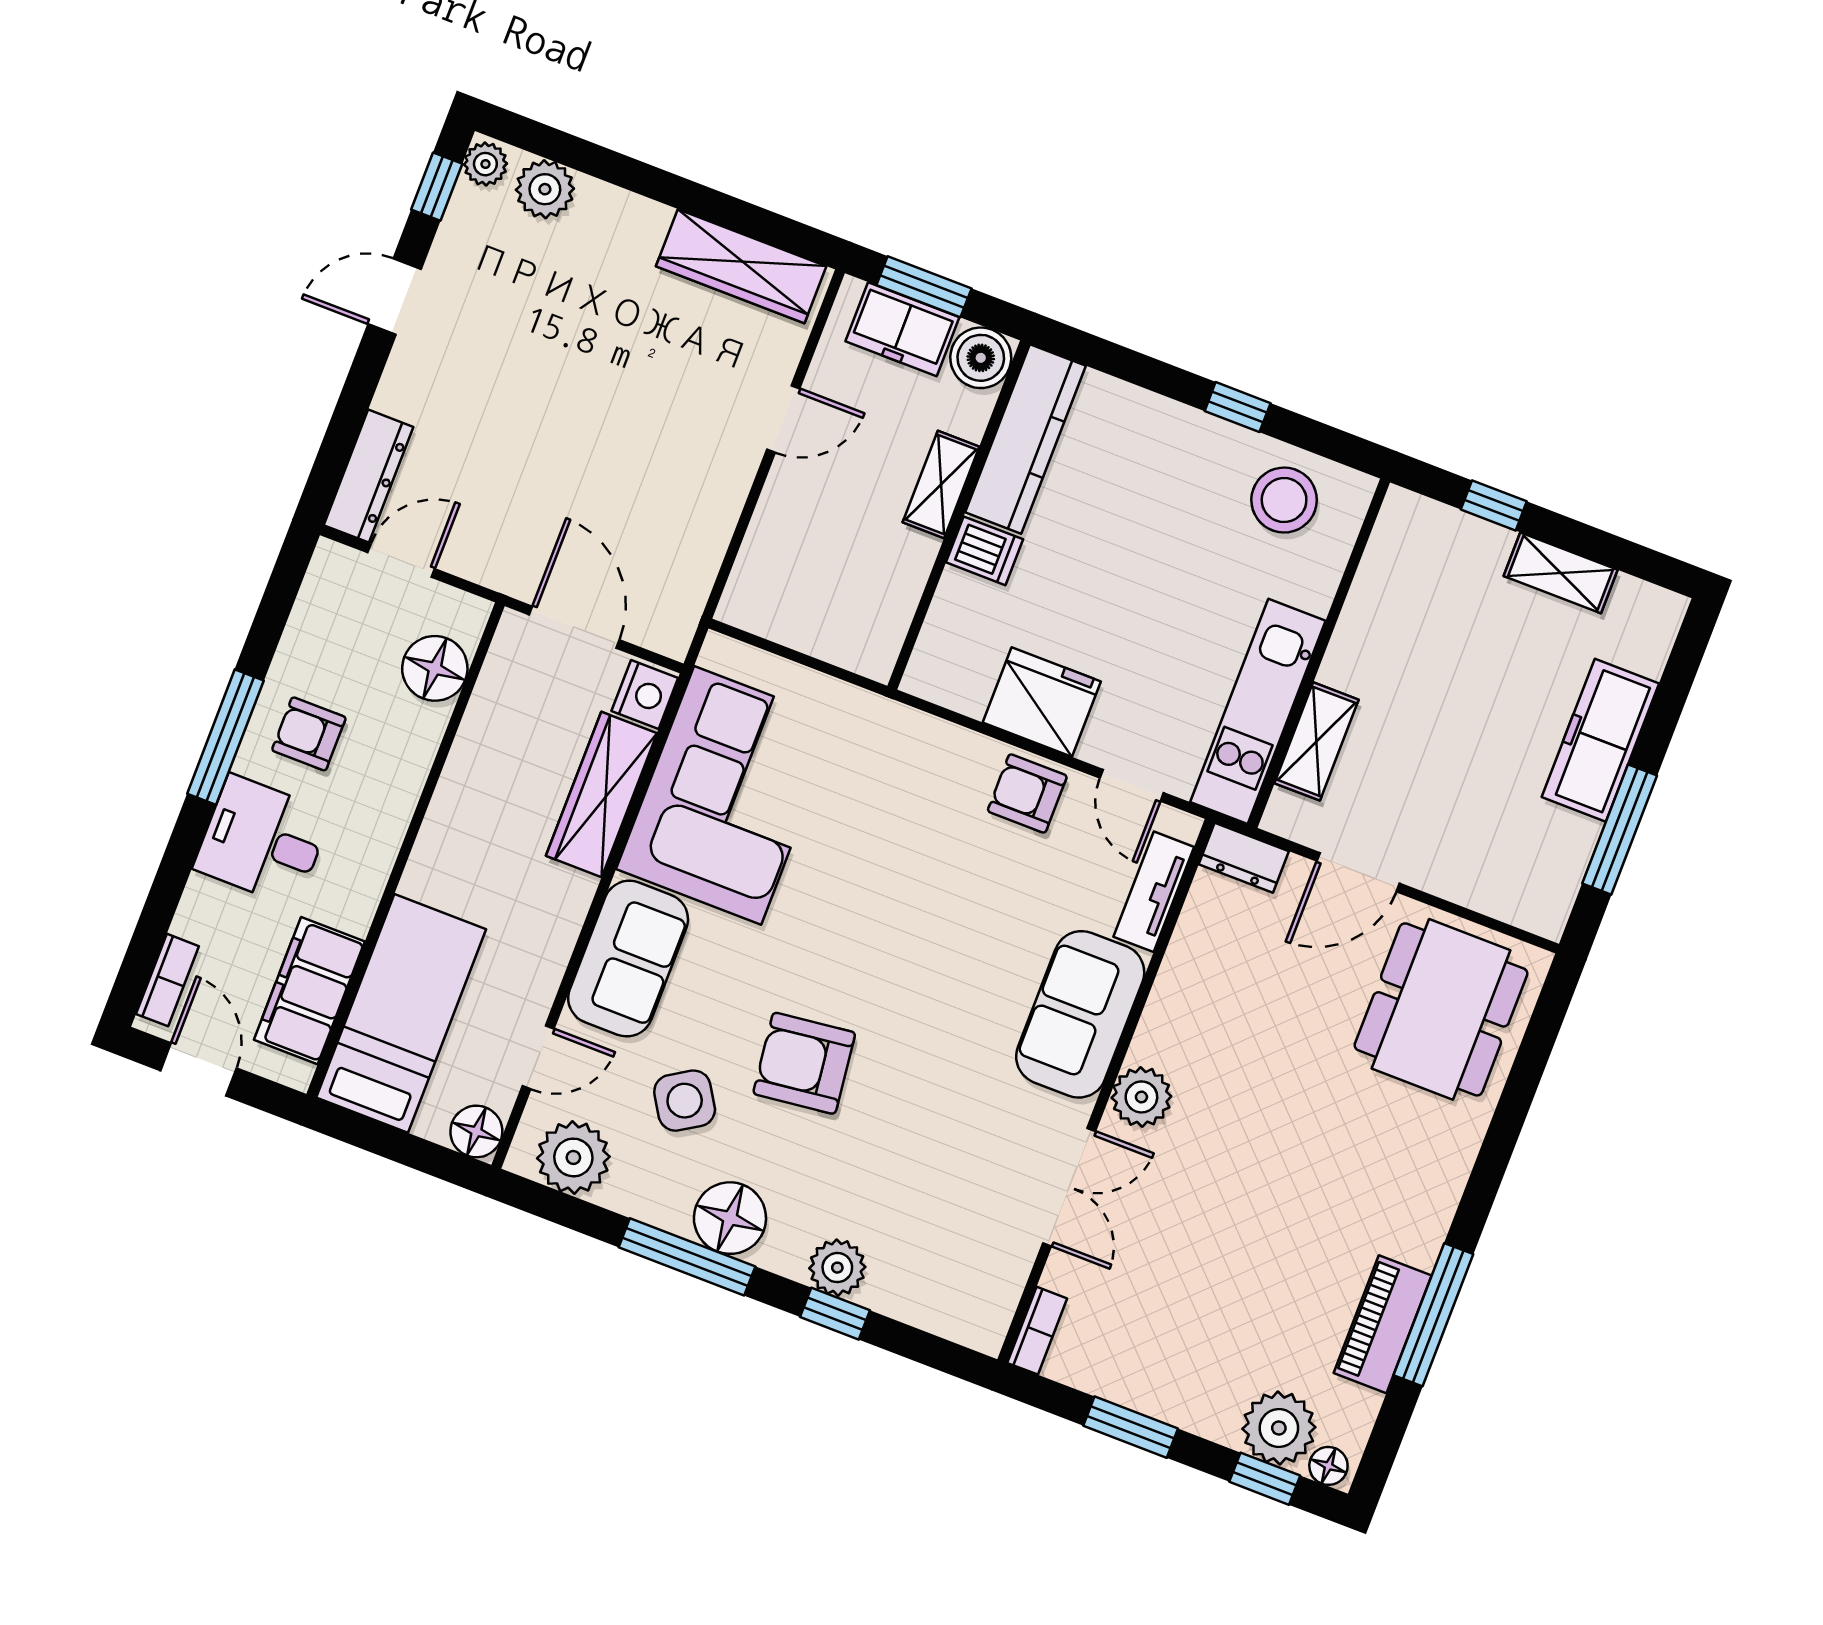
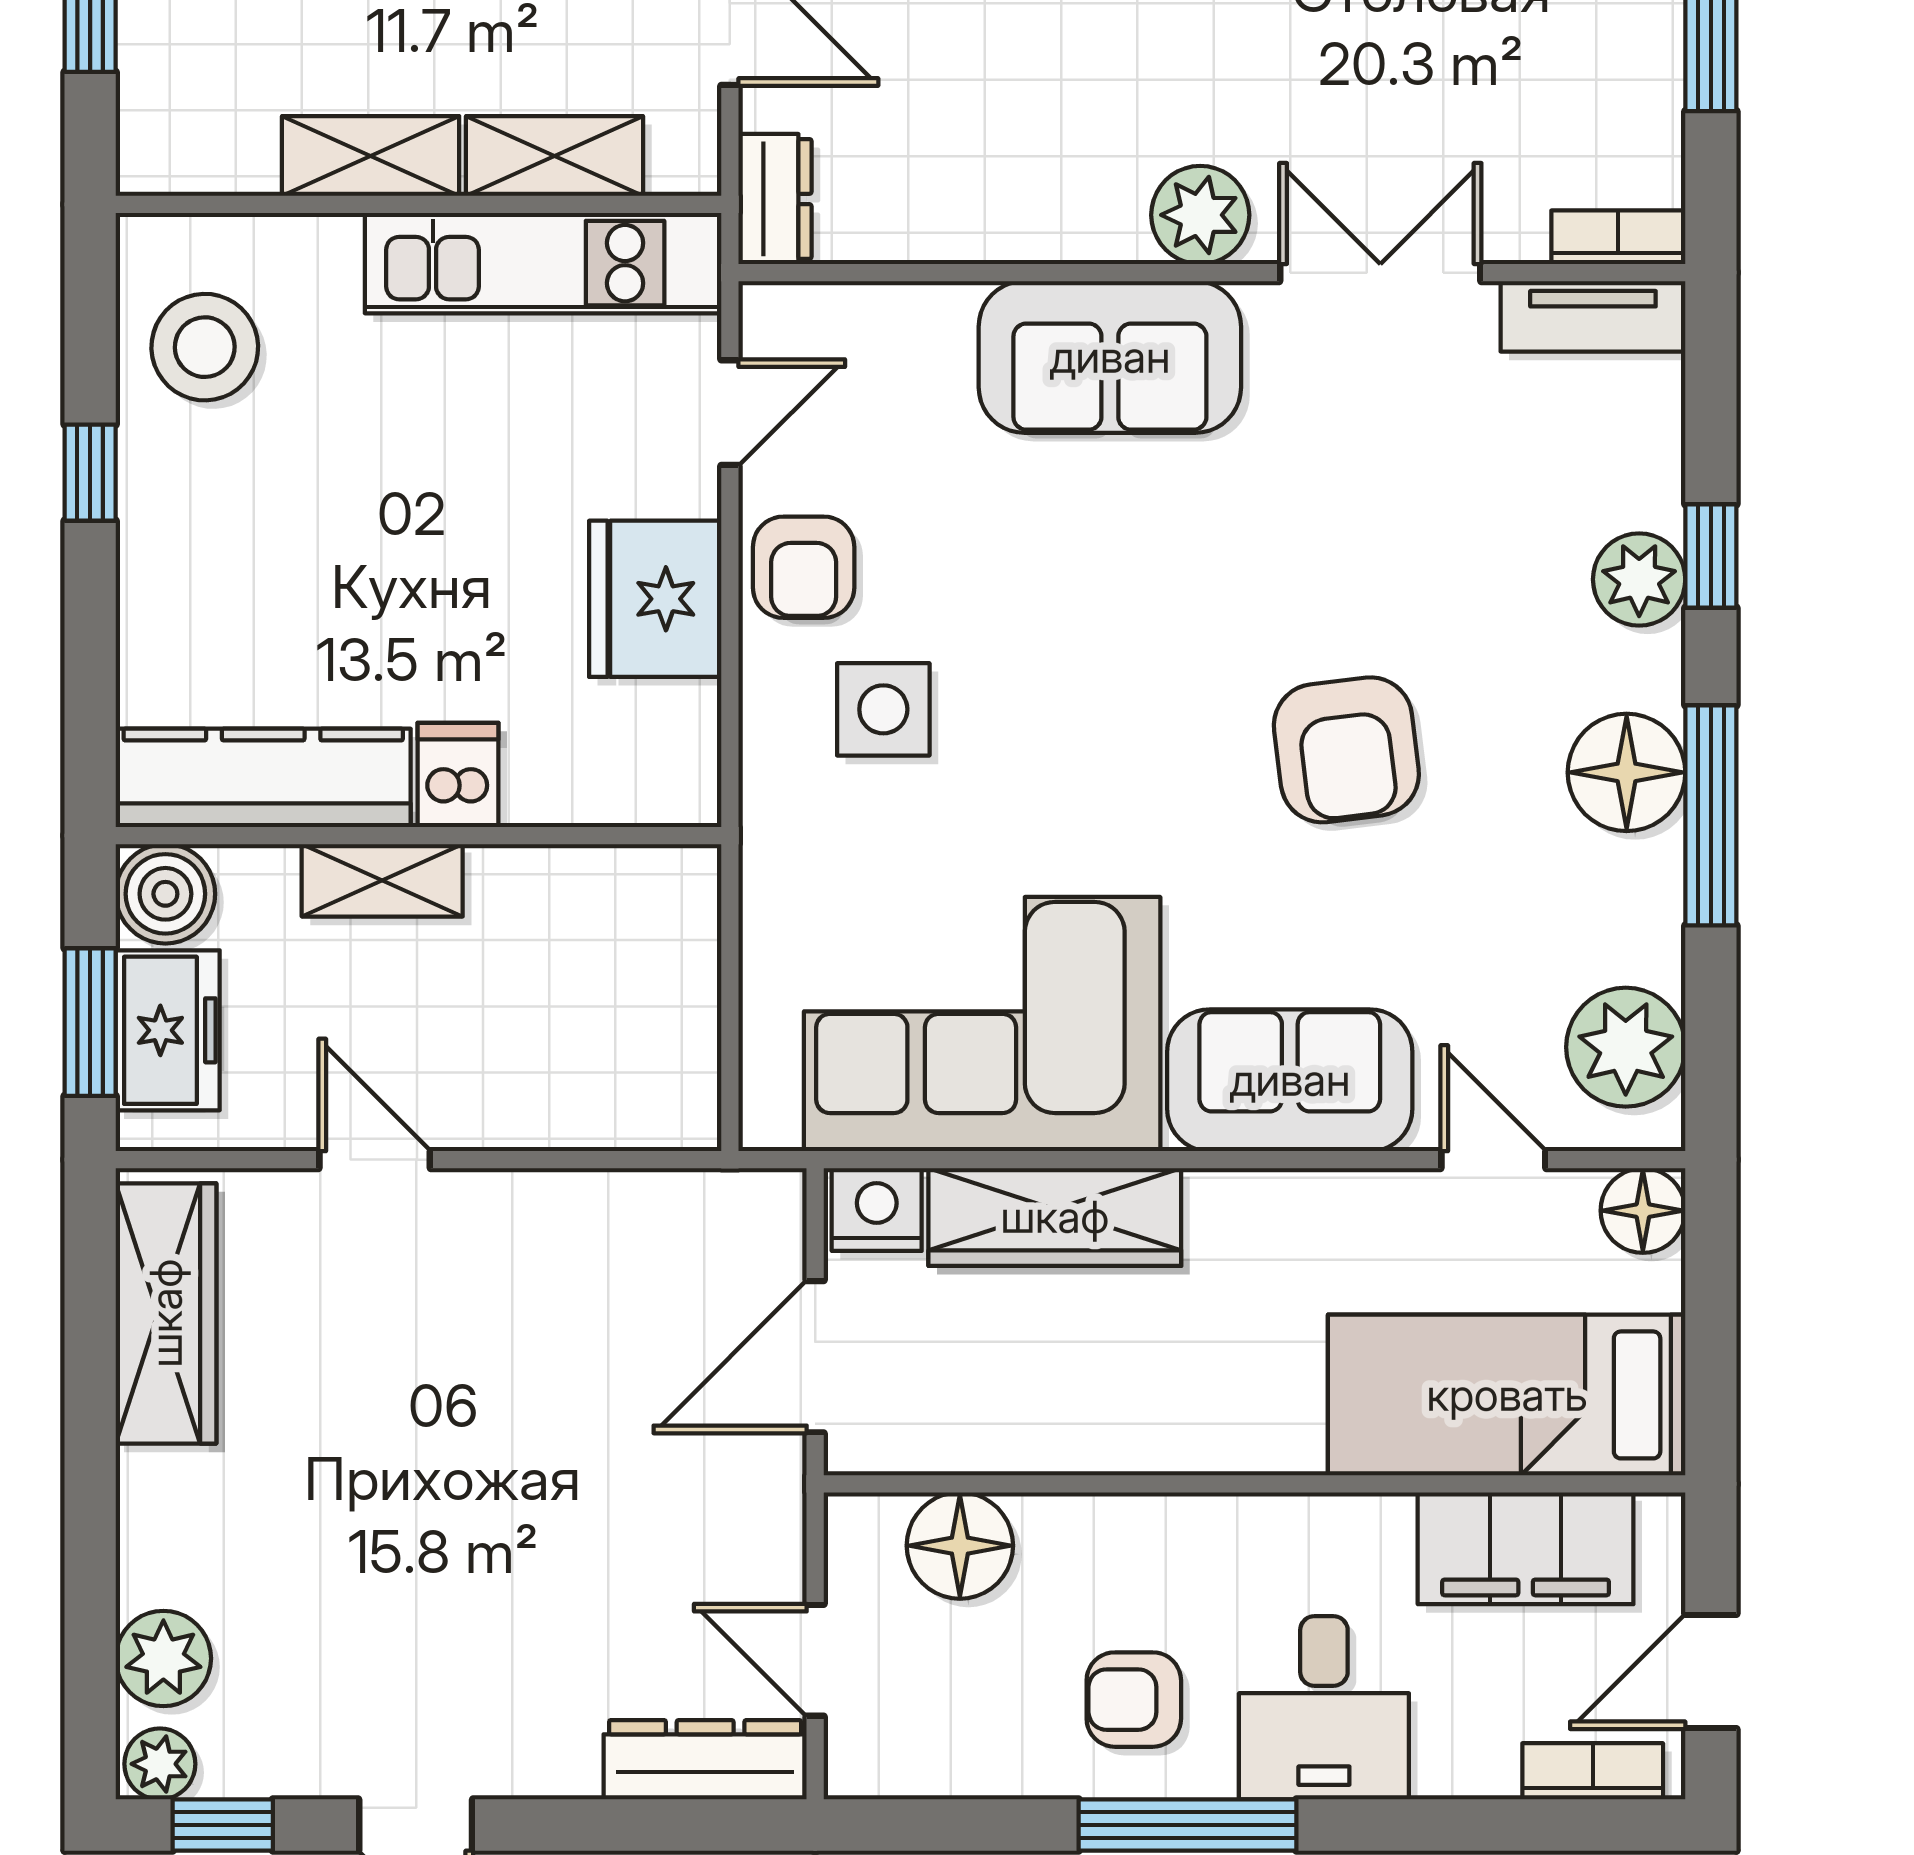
shelving: (1357, 636) -> (371, 156), added
armchair: (309, 734) -> (1134, 1700), turned 90
tv unit: (1154, 892) -> (1593, 316), moved
side table: (685, 1101) -> (883, 709), moved, turned 32

